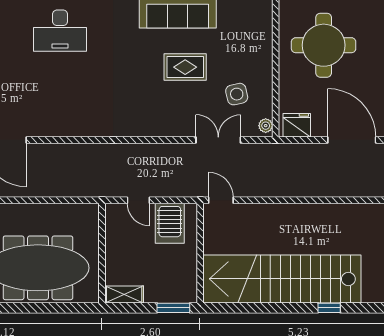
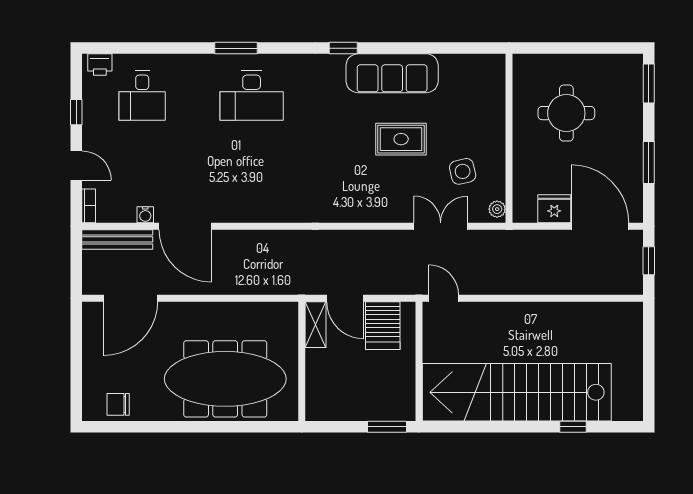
round table: (324, 45) -> (566, 113), width x0.73, depth x0.73
fridge: (297, 125) -> (554, 209), moved
door: (138, 200) -> (345, 298), width x1.38
shelving: (124, 294) -> (315, 325), moved, turned 90

